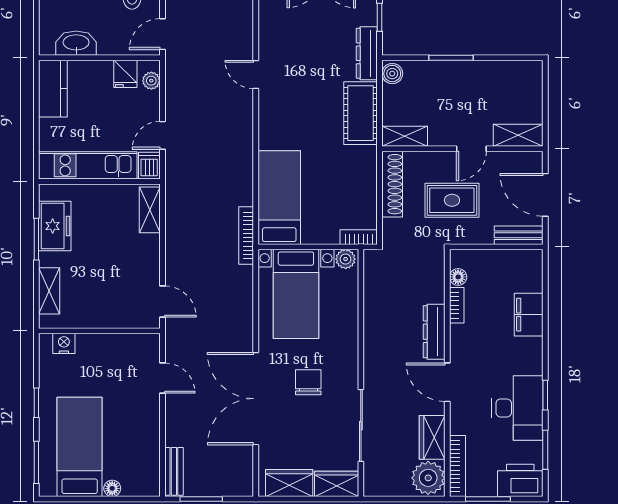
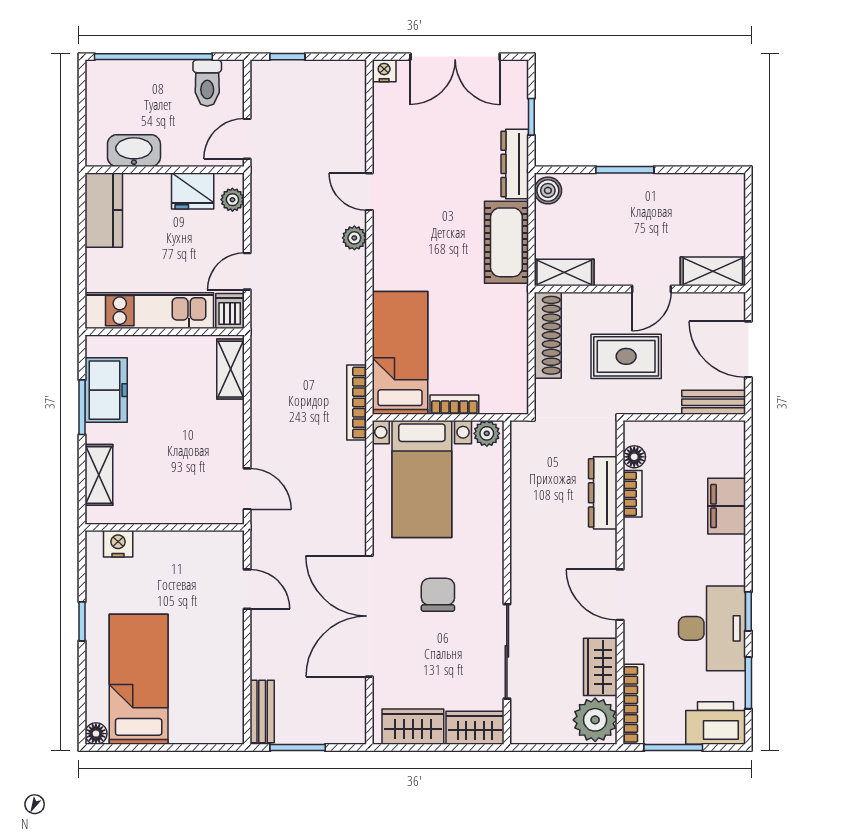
fridge: (125, 74) -> (193, 191), width x1.38
plant: (244, 110) -> (354, 238), added
bookcase: (359, 237) -> (454, 405), moved
dresser: (434, 332) -> (603, 493), moved
window: (36, 462) -> (82, 700), removed
floor lamp: (112, 488) -> (96, 734), moved

